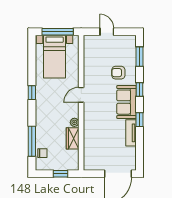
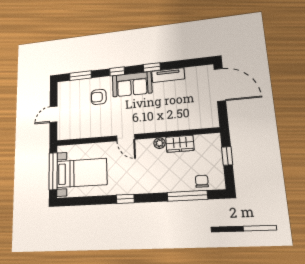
armchair: (118, 73) -> (99, 97), turned 90

